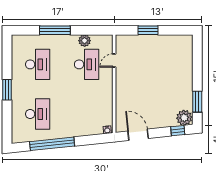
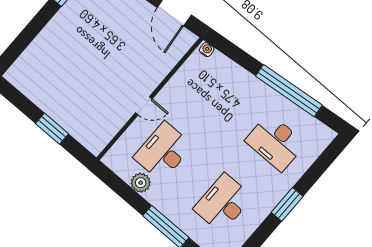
door: (114, 60) -> (144, 106), moved
desk: (38, 114) -> (275, 142), turned -90

